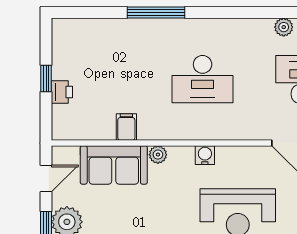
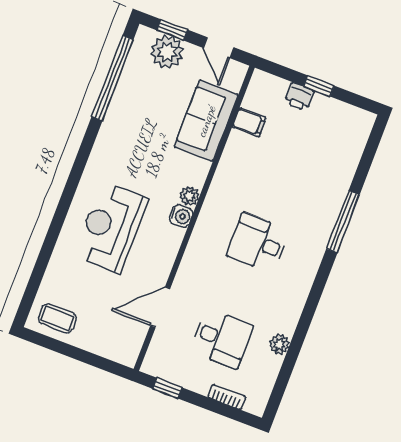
desk: (203, 79) -> (258, 243), width x0.73
filing cabinet: (126, 127) -> (249, 122), moved
plant: (158, 155) -> (189, 196), moved

